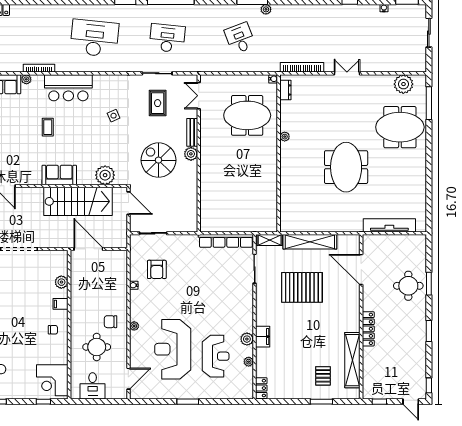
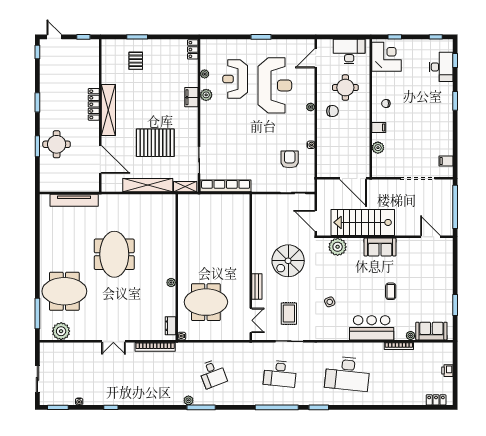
plant: (191, 154) -> (258, 266), removed
spiral stairs: (158, 160) -> (288, 261), turned 90
shelving: (352, 360) -> (108, 110), moved
desk: (93, 386) -> (349, 52), width x1.37

